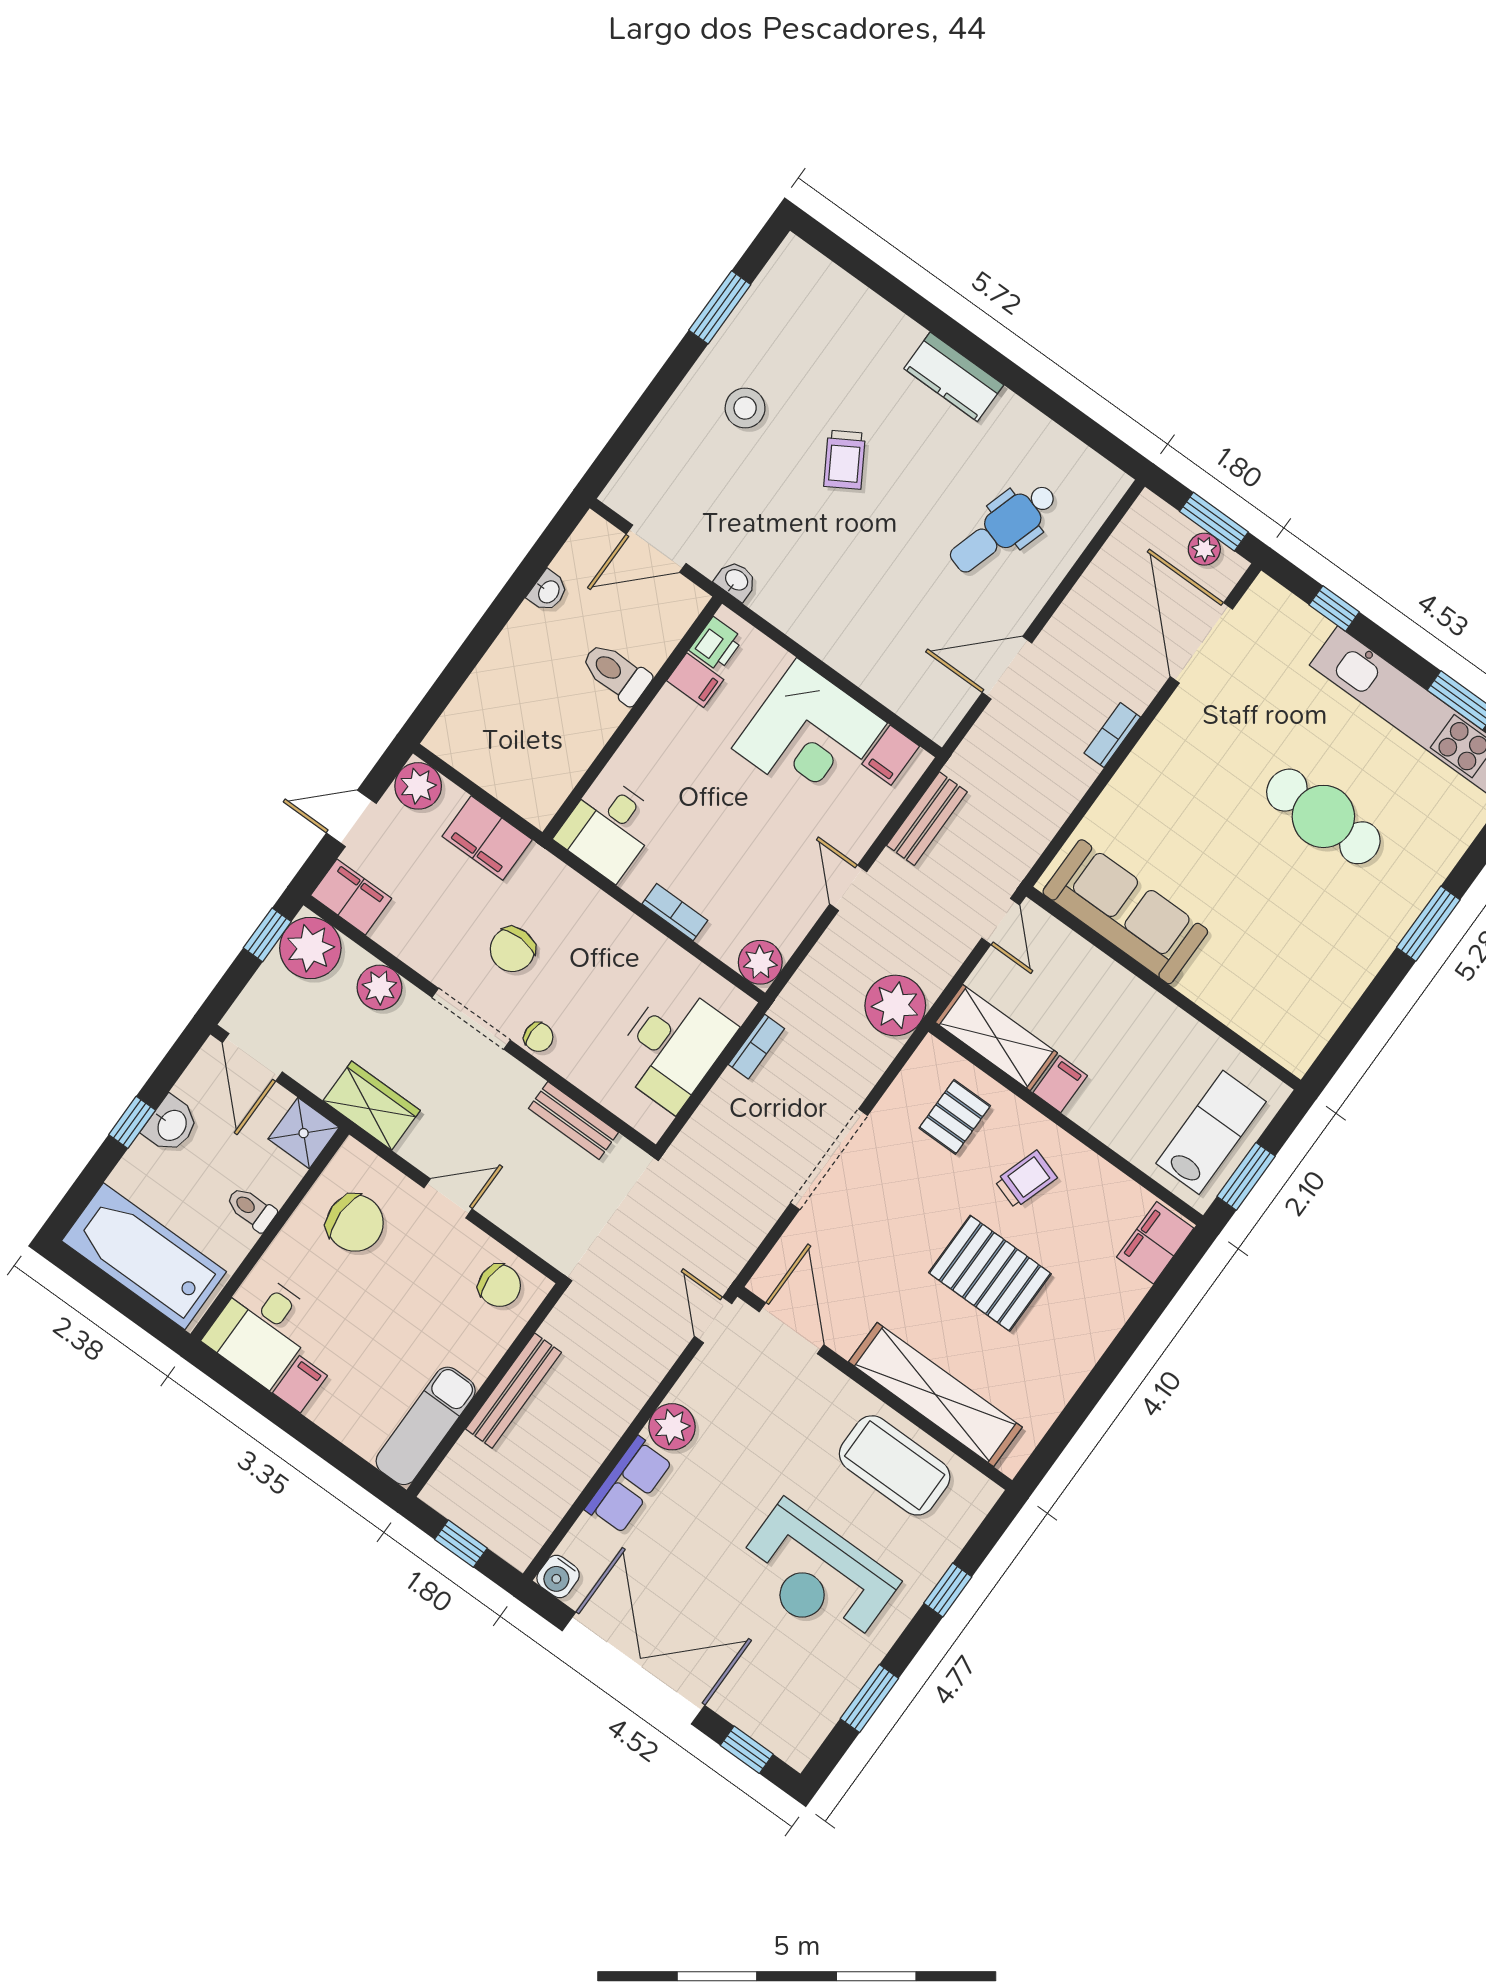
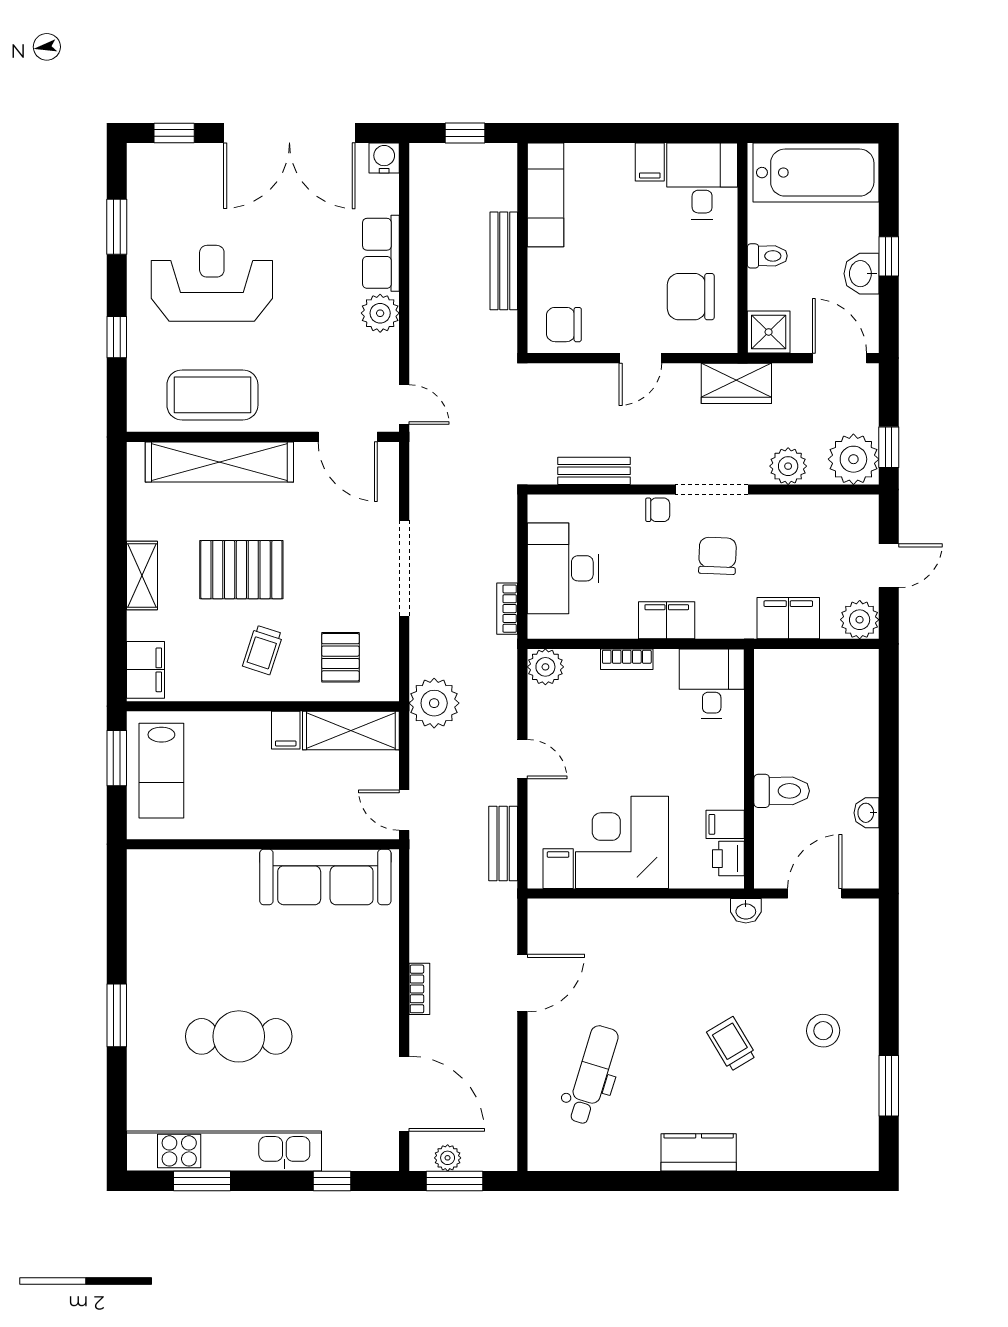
filing cabinet: (351, 897) -> (667, 620), moved, turned 180
chair: (539, 1037) -> (658, 510), turned 180
shelving: (1092, 1338) -> (142, 575), added

